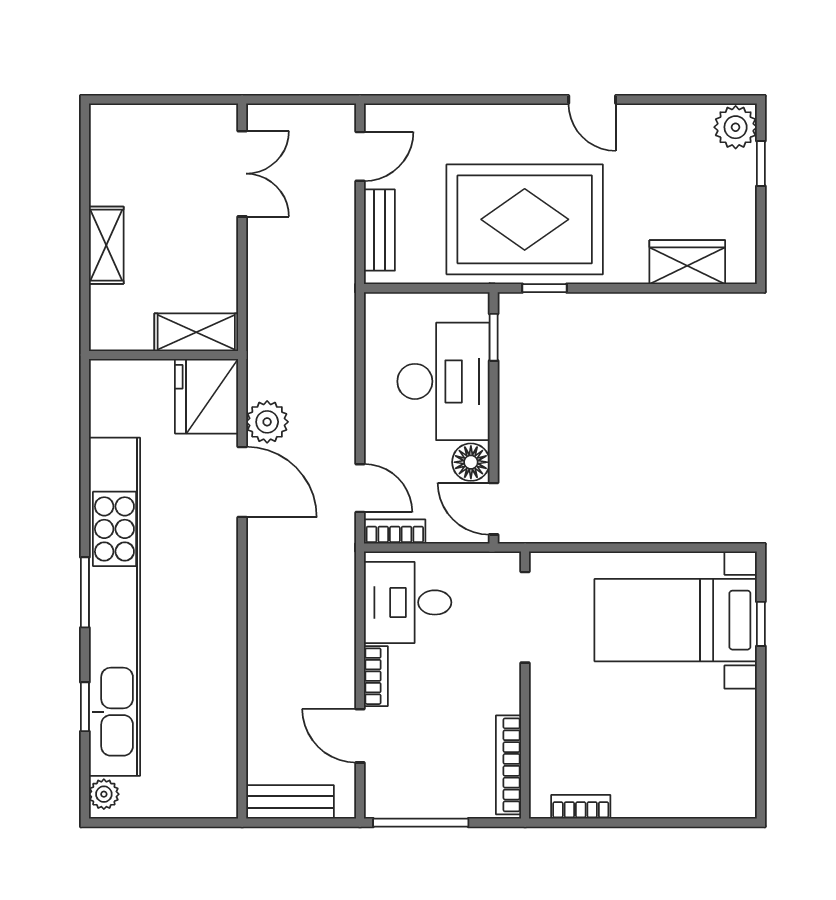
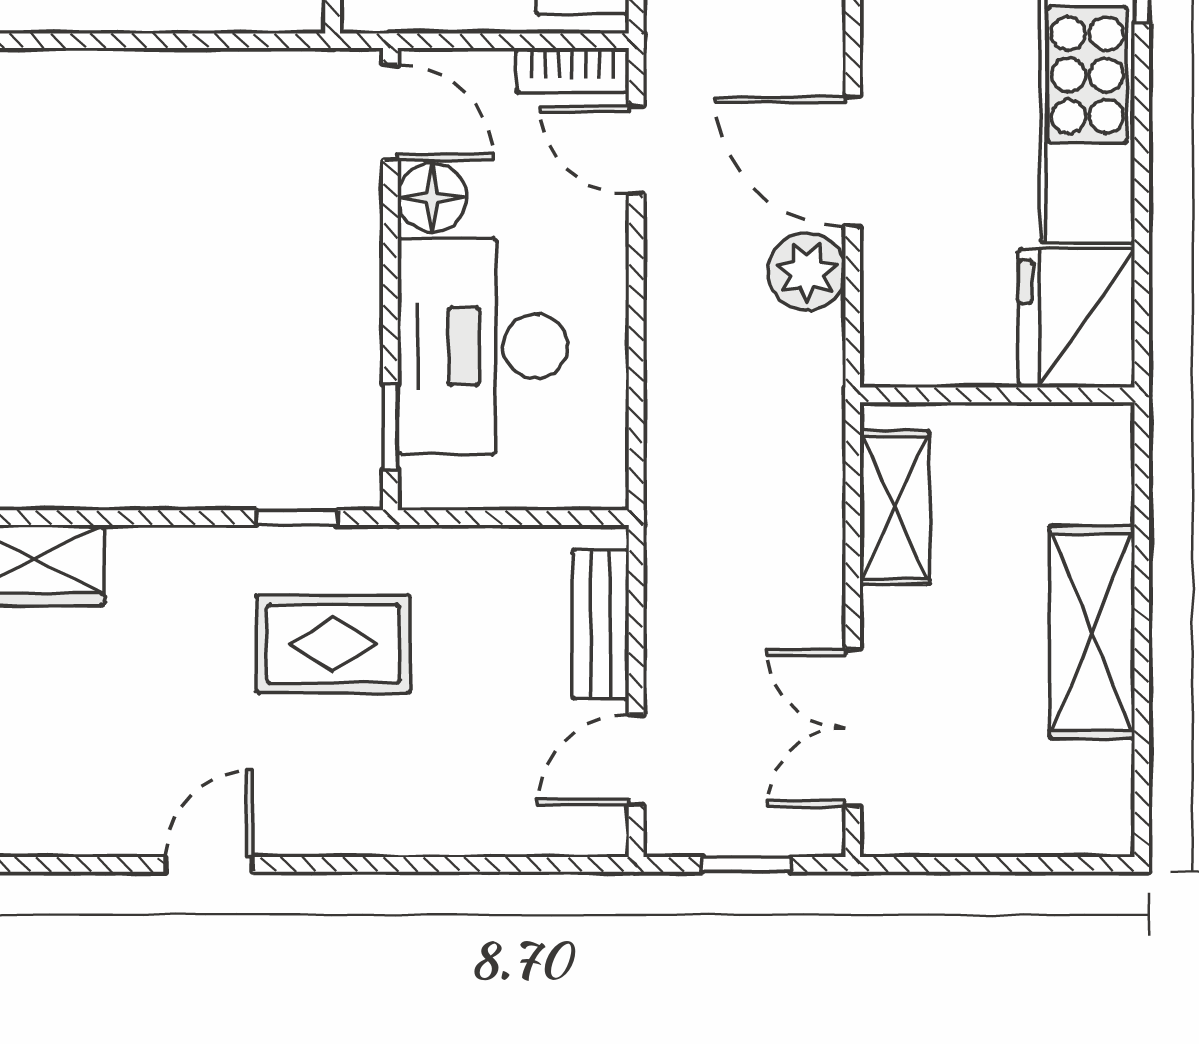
window: (300, 99) -> (747, 864), added
door: (592, 99) -> (209, 864), hinge flipped
rug: (525, 219) -> (333, 644), width x0.54, depth x0.49
shelving: (106, 245) -> (1092, 632), width x1.50, depth x1.33
shelving: (196, 332) -> (895, 508), moved, turned 90
fridge: (207, 396) -> (1076, 317), moved, turned 180

